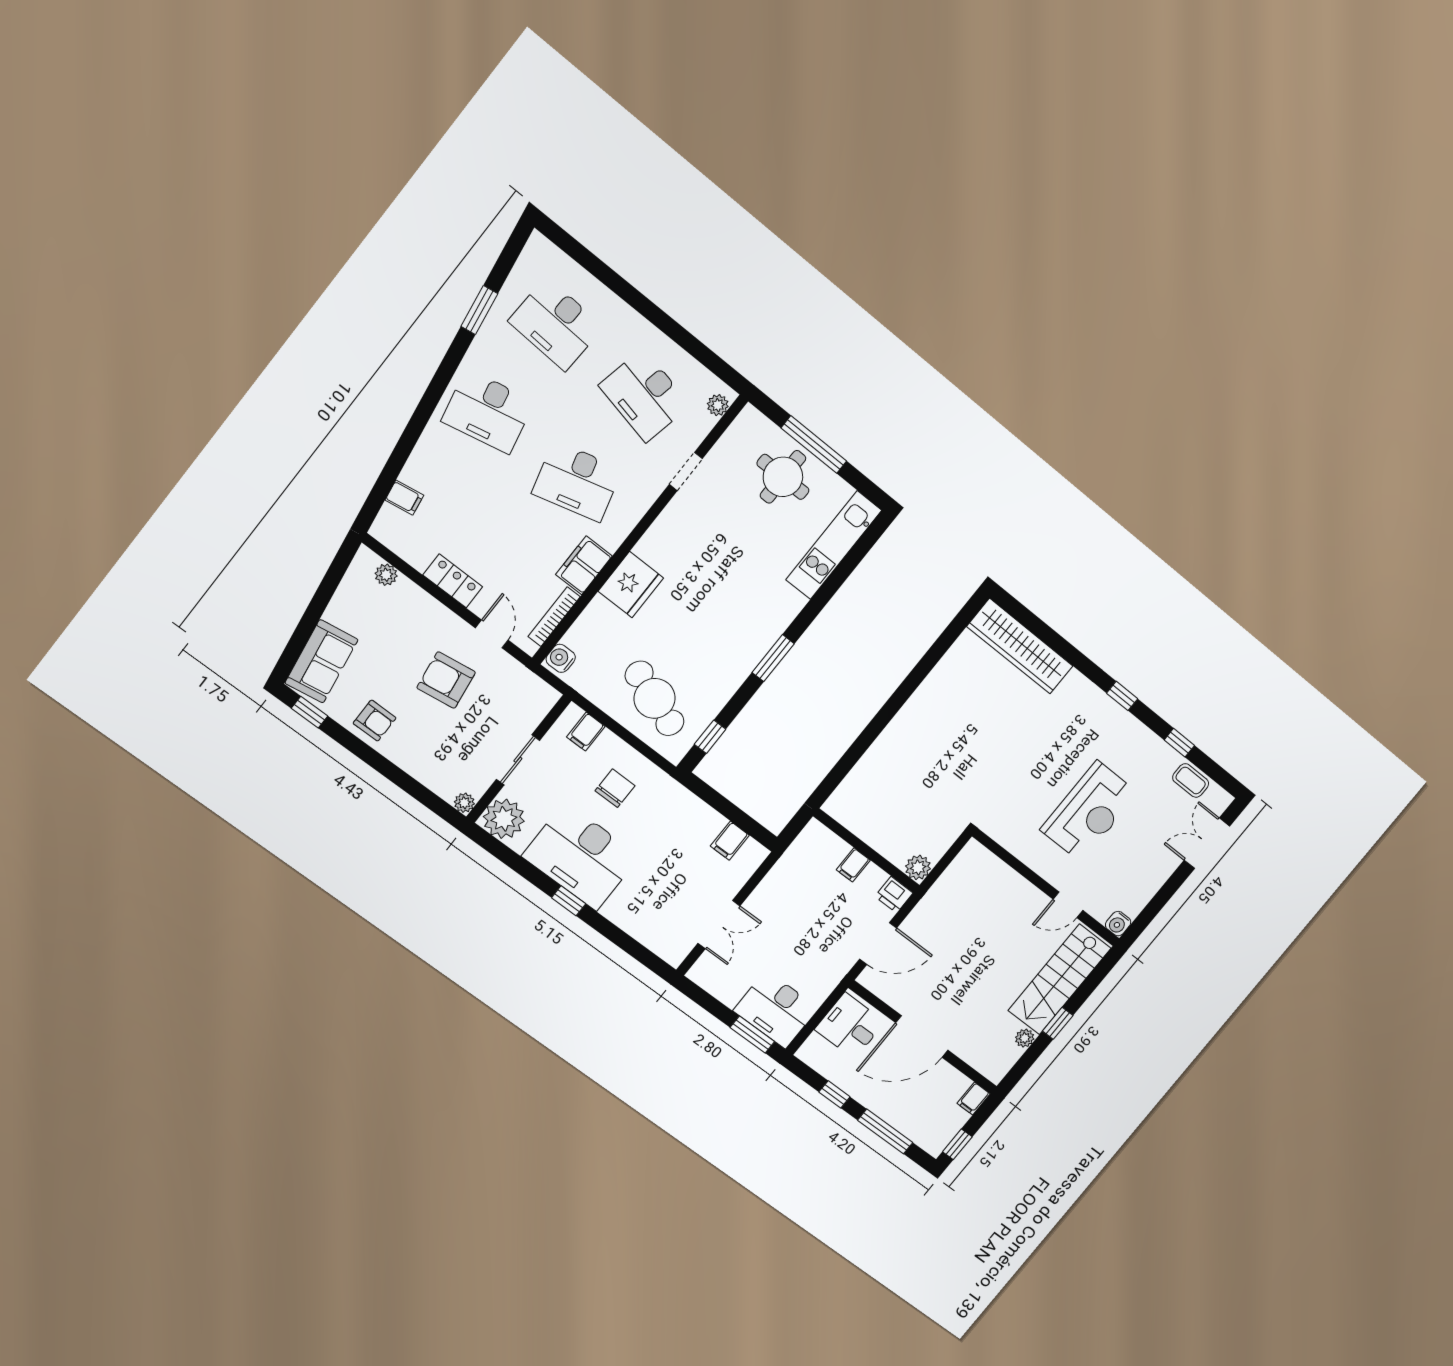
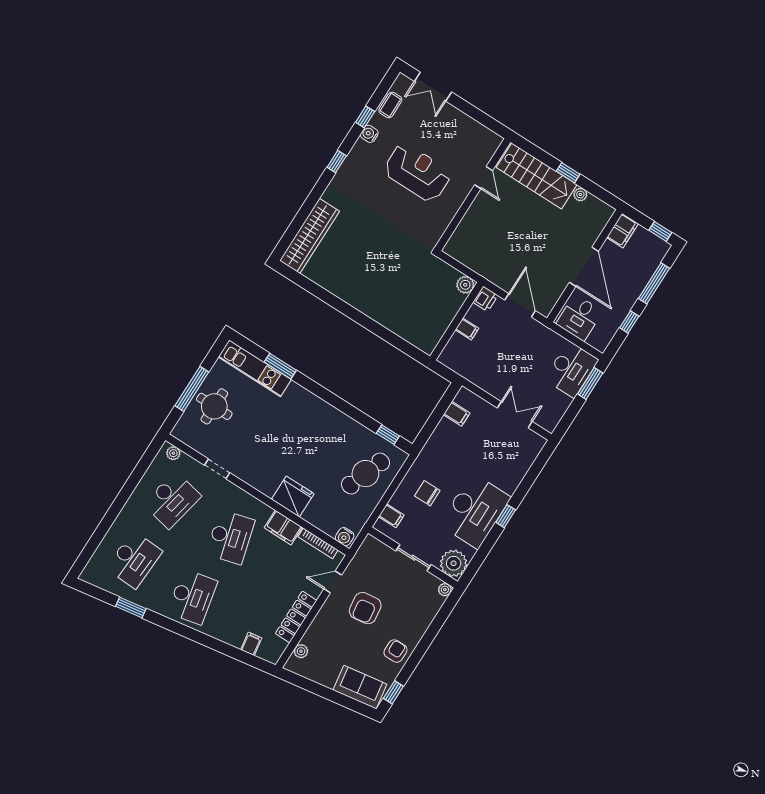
locker: (453, 581) -> (296, 617), width x1.53
window: (773, 658) -> (280, 366), moved
water cooler: (1118, 924) -> (369, 134), moved, turned 180
filing cabinet: (974, 1099) -> (622, 231), width x2.00

